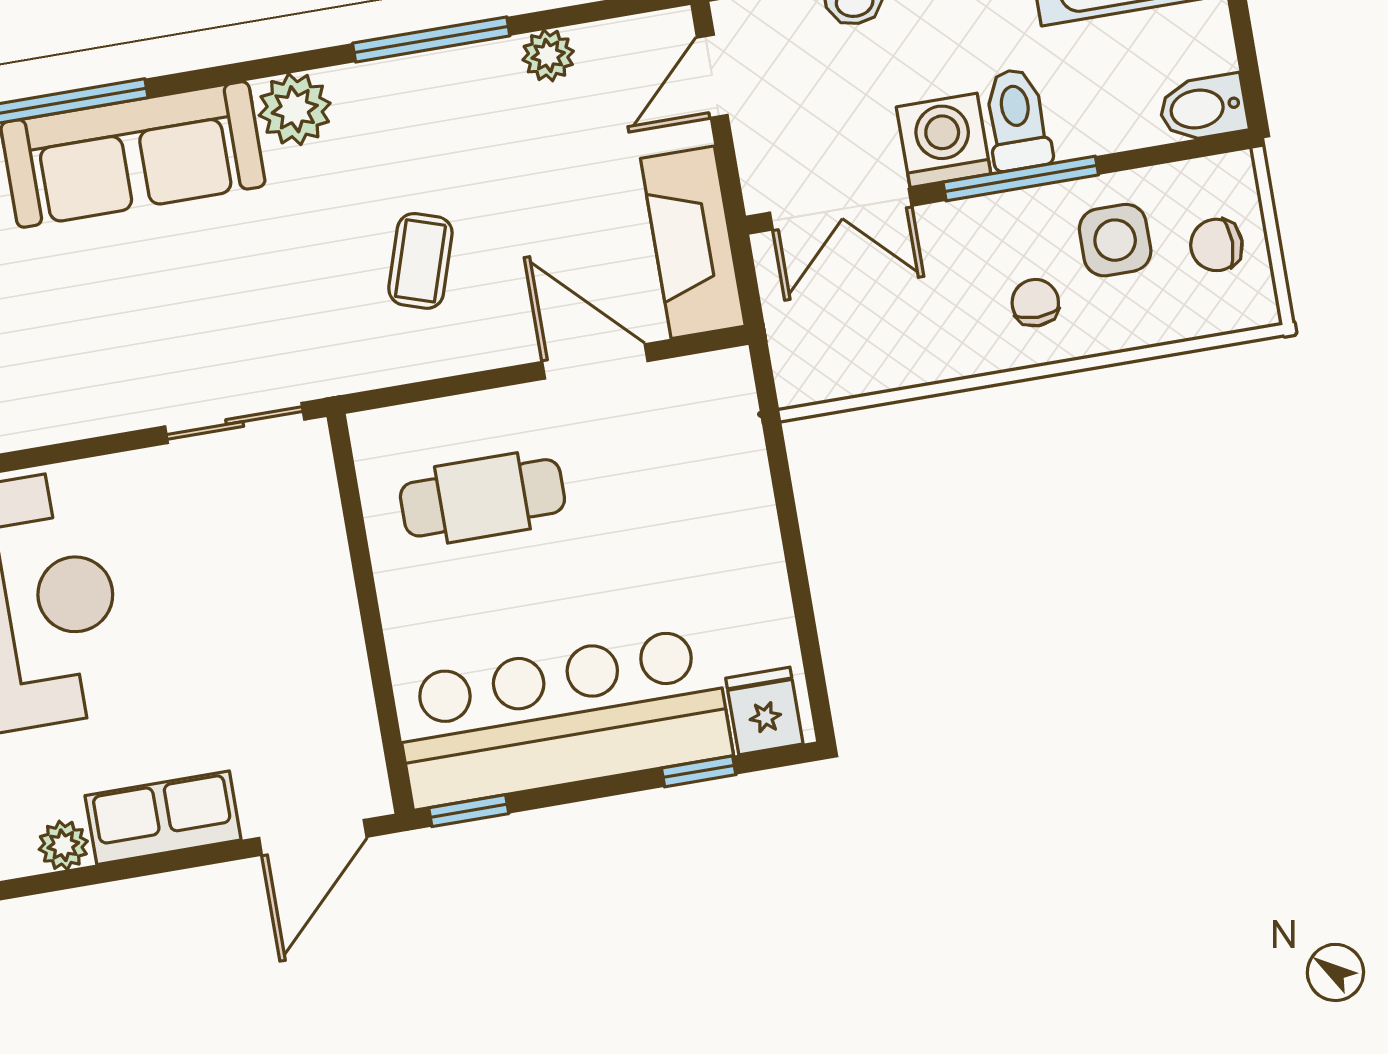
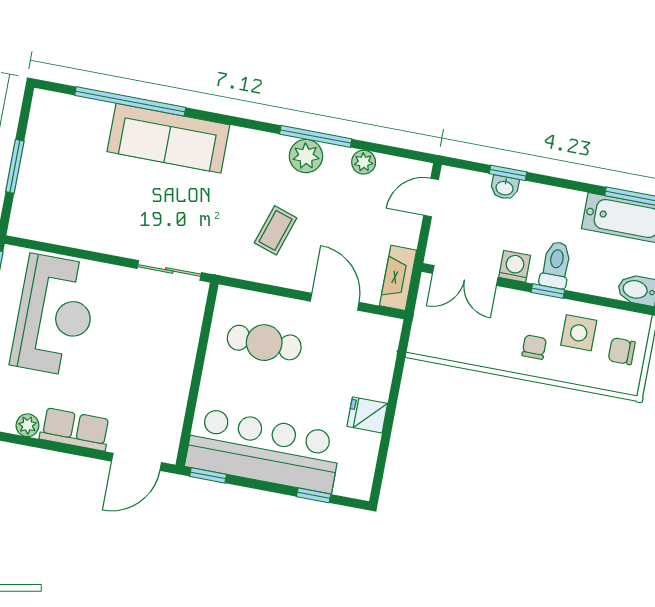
plant: (295, 109) -> (306, 156), moved
washing machine: (944, 140) -> (515, 266), width x0.73, depth x0.73
window: (1021, 178) -> (548, 291), width x0.46
fireplace: (693, 242) -> (398, 278), width x0.73, depth x0.76
fridge: (764, 711) -> (367, 415), moved, turned -90

